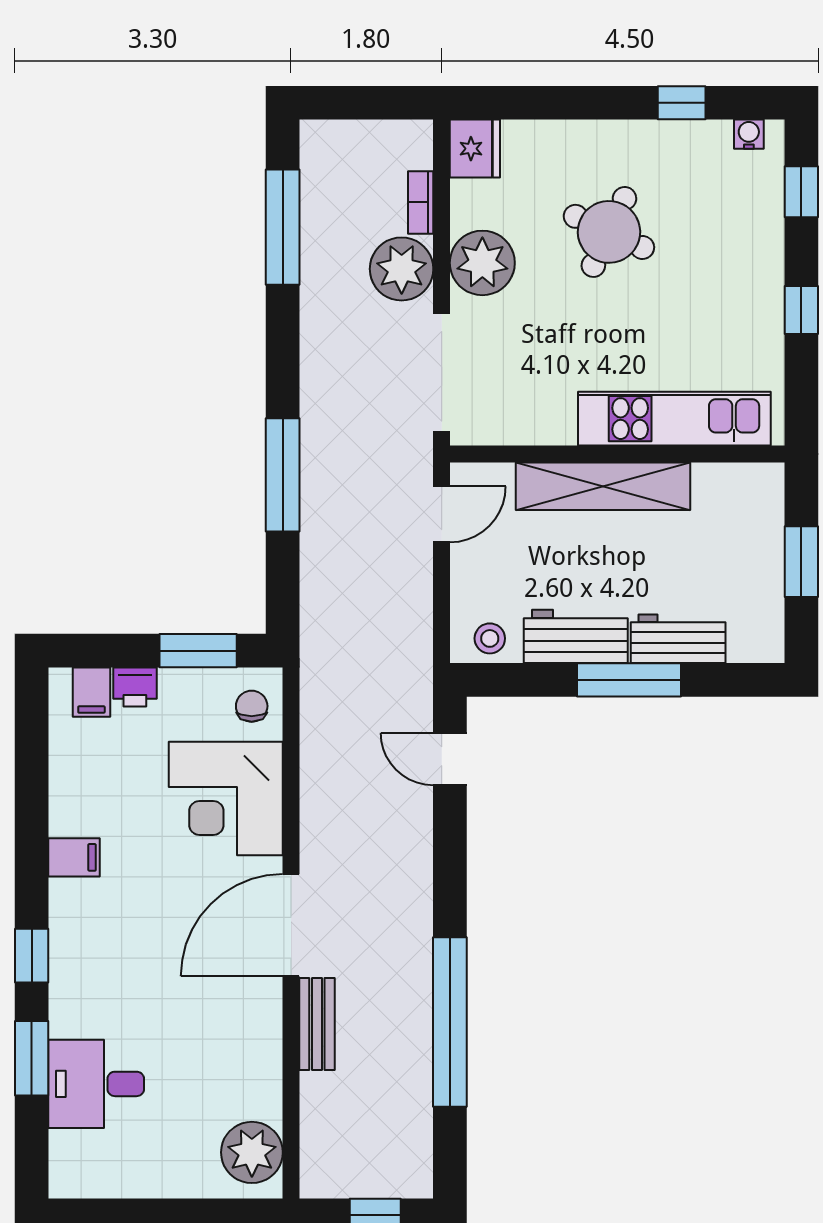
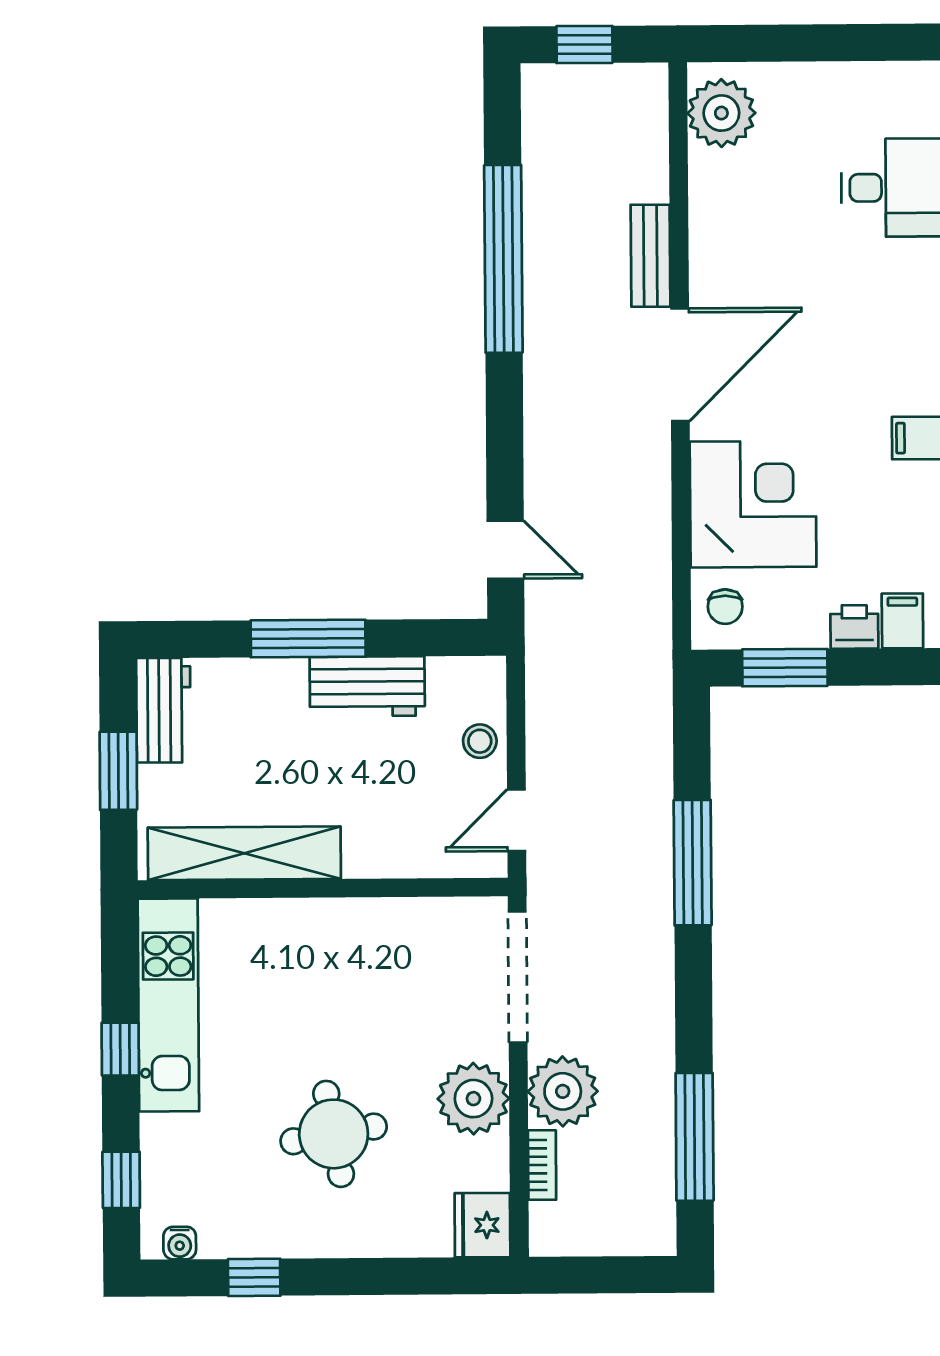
round table: (609, 232) -> (334, 1134), turned -35
kitchen unit: (674, 419) -> (168, 1005), moved, turned -90
shelving: (603, 486) -> (244, 853), moved
stool: (490, 638) -> (480, 741), moved
workbench: (678, 639) -> (163, 710), moved, turned -90

